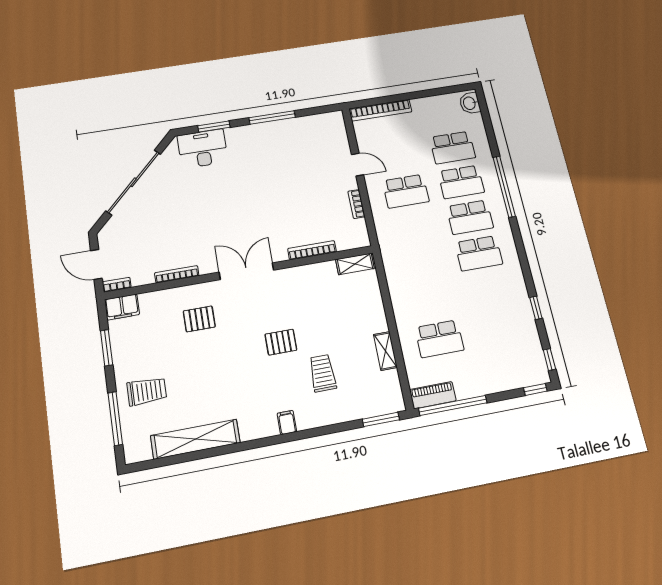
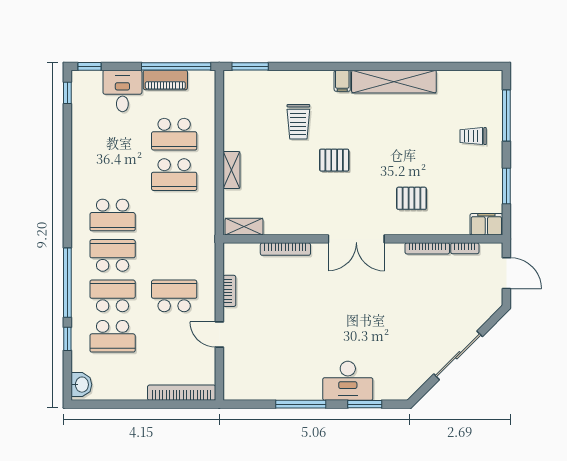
school desk: (453, 148) -> (113, 336), turned 180
desk: (203, 149) -> (348, 381), moved
sliding door: (133, 182) -> (458, 355), width x0.73
school desk: (479, 253) -> (113, 215), turned 180
bookcase: (117, 285) -> (465, 248), moved
school desk: (431, 301) -> (174, 175), added
window: (536, 308) -> (67, 339), moved
school desk: (439, 339) -> (174, 134), turned 180
shelving: (385, 351) -> (231, 170), moved
desk: (498, 371) -> (122, 91), added
trolley: (147, 391) -> (473, 136), width x0.73, depth x0.72
piano: (433, 395) -> (165, 80), moved
shelving: (195, 439) -> (394, 82), moved

